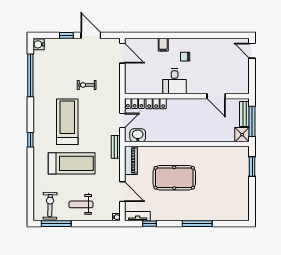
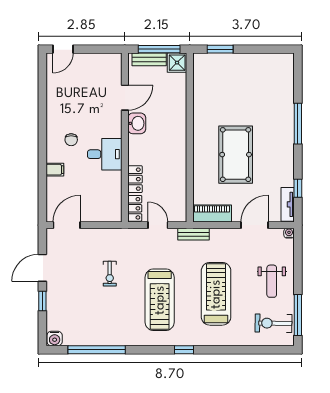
treadmill: (67, 122) -> (160, 300), turned -90
washbasin: (138, 135) -> (137, 123), moved, turned 180

